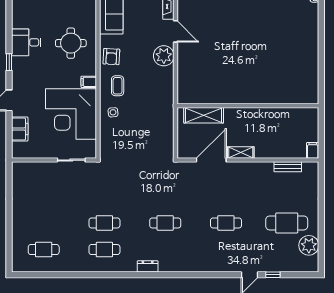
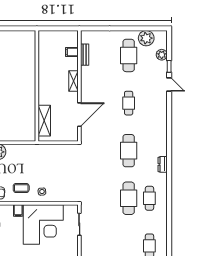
filing cabinet: (313, 150) -> (72, 52), moved
shelving: (241, 153) -> (73, 81), moved
door: (211, 160) -> (79, 115), swing flipped
cafe table: (104, 223) -> (129, 198), width x1.37, depth x1.35
cafe table: (165, 223) -> (129, 151), width x1.37, depth x1.35
plant: (288, 265) -> (162, 55), added

